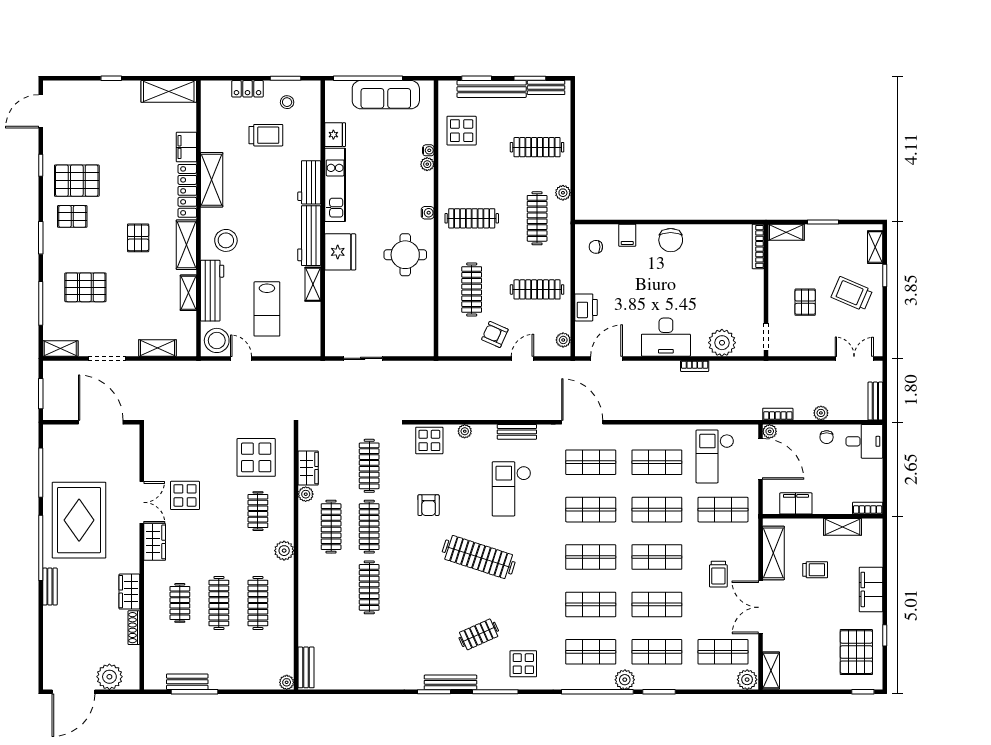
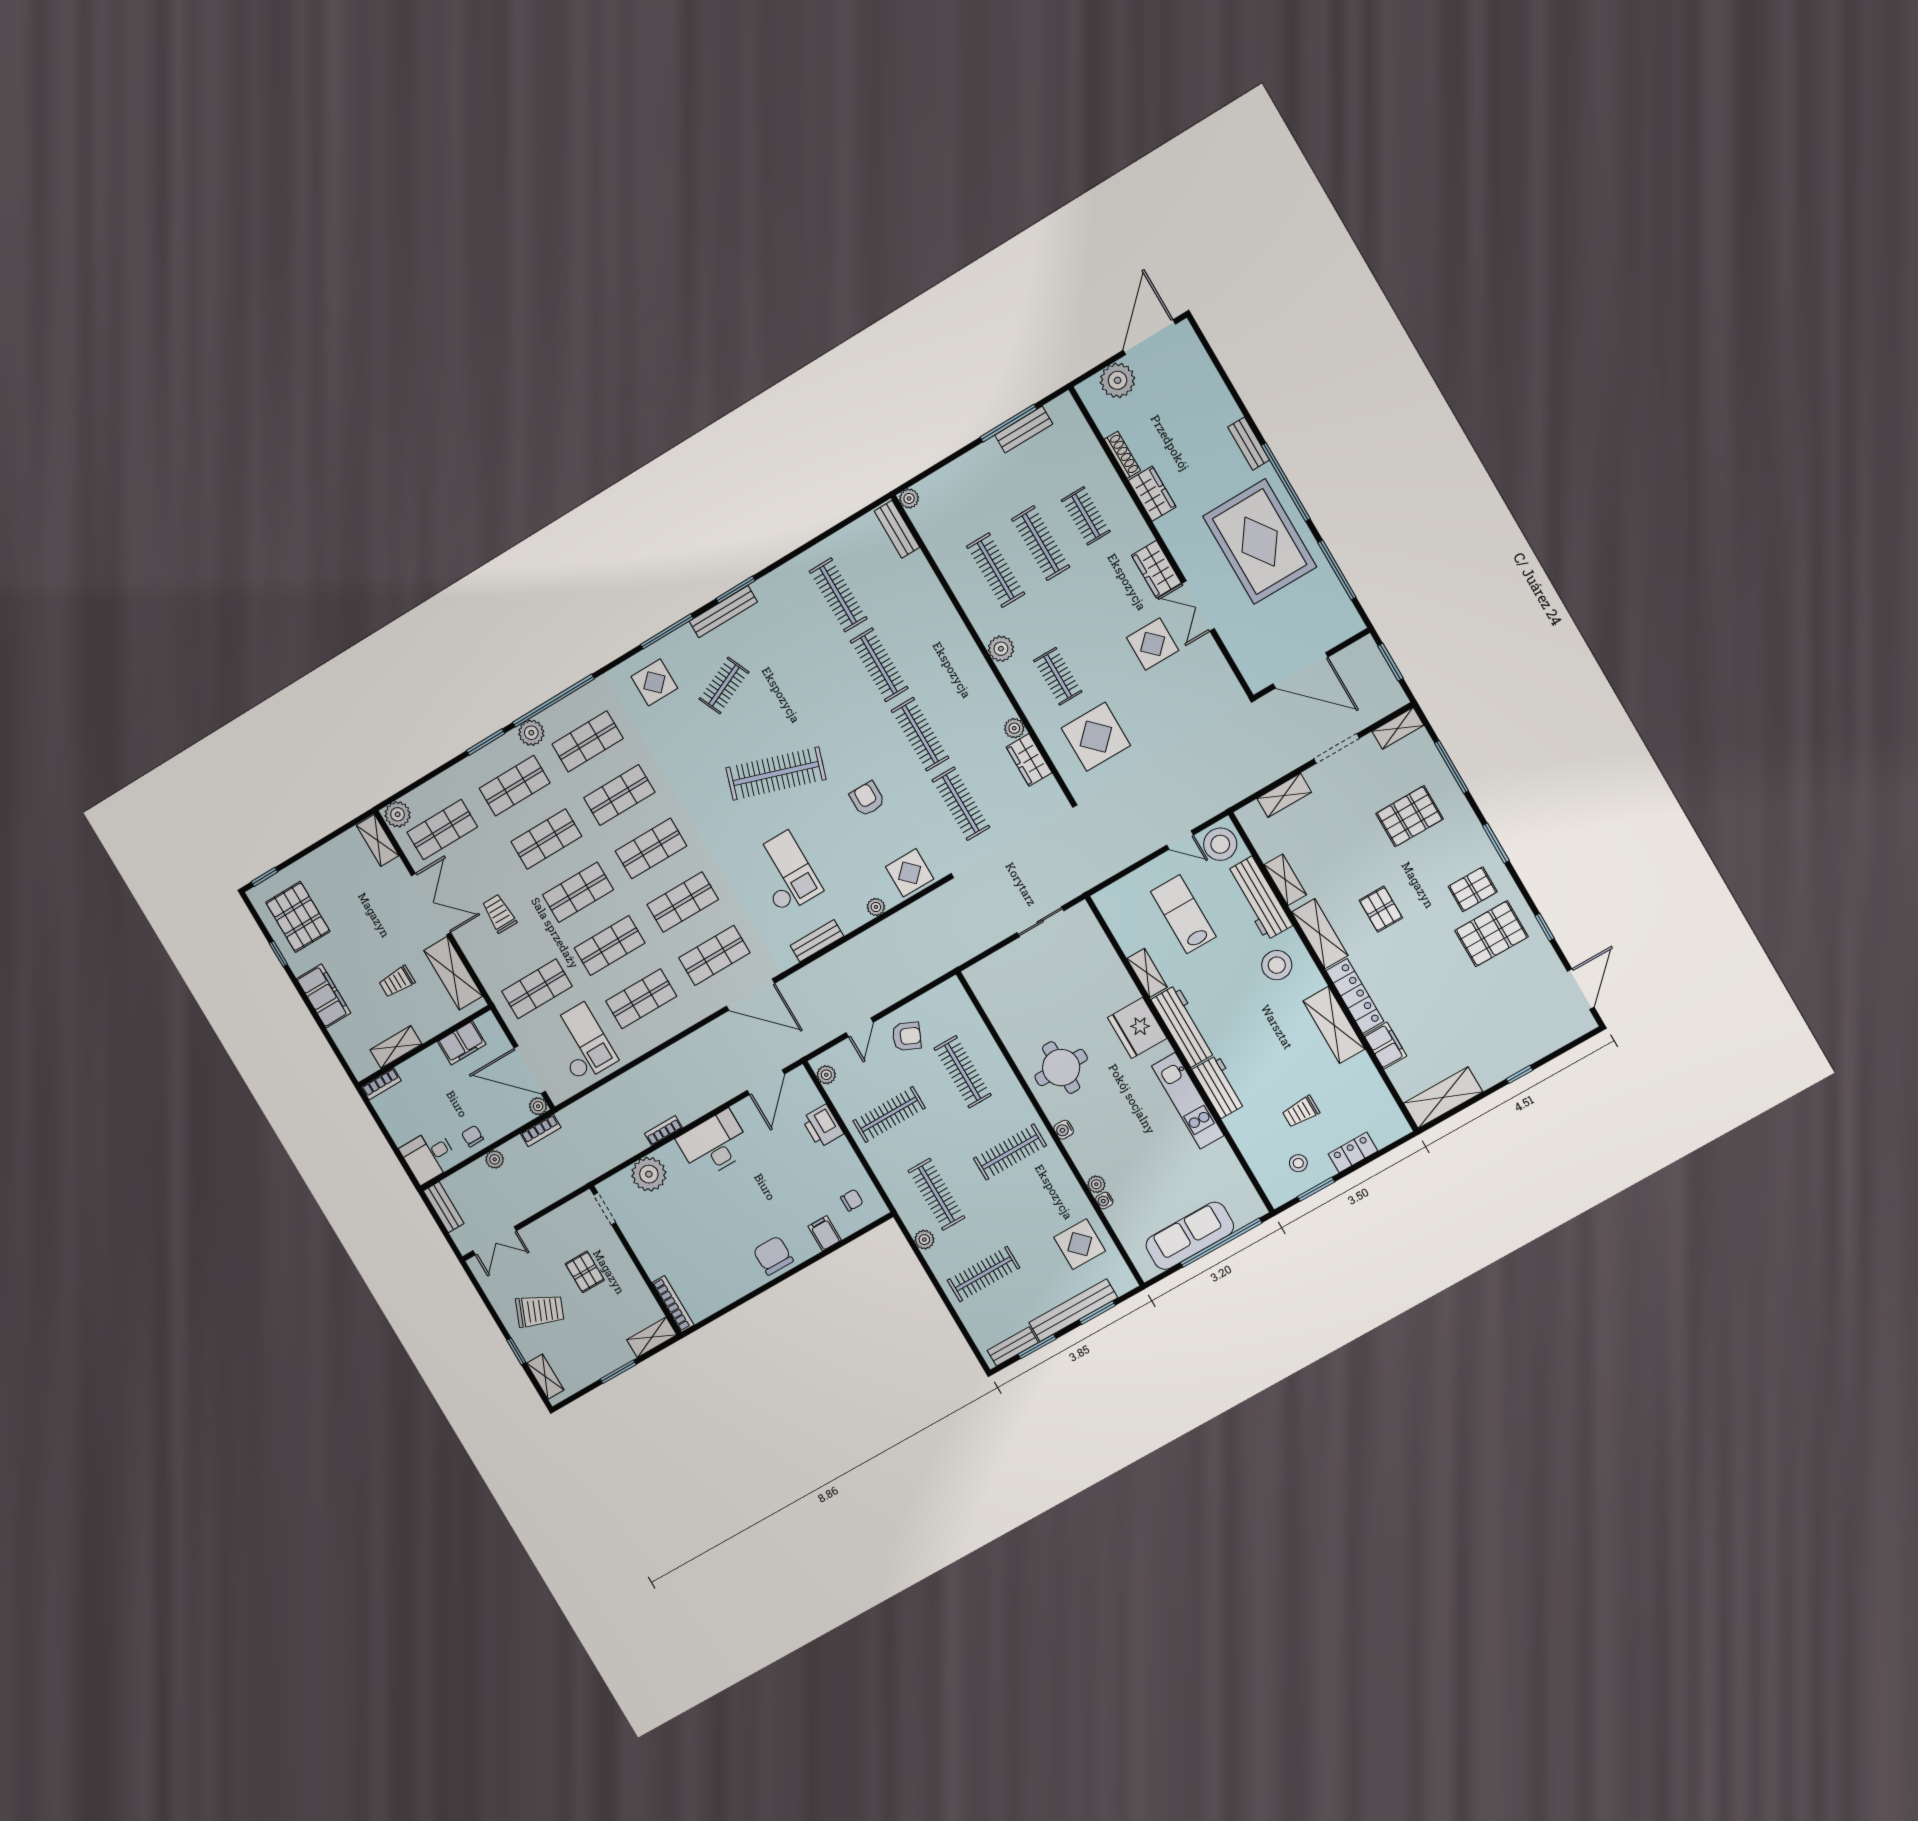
trolley: (266, 135) -> (1301, 1112), width x0.73, depth x0.72
fridge: (335, 135) -> (1221, 1158), removed
clothes rail: (331, 527) -> (838, 595), moved

